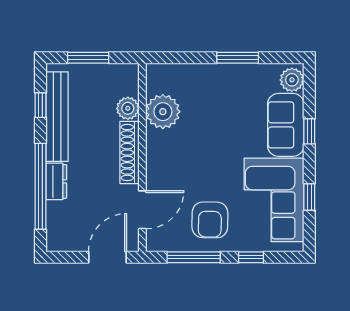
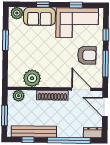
plant: (128, 108) -> (19, 96), moved
dresser: (56, 181) -> (93, 133), moved

